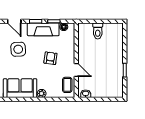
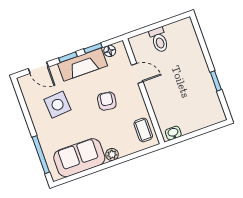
door: (76, 70) -> (137, 73), moved

